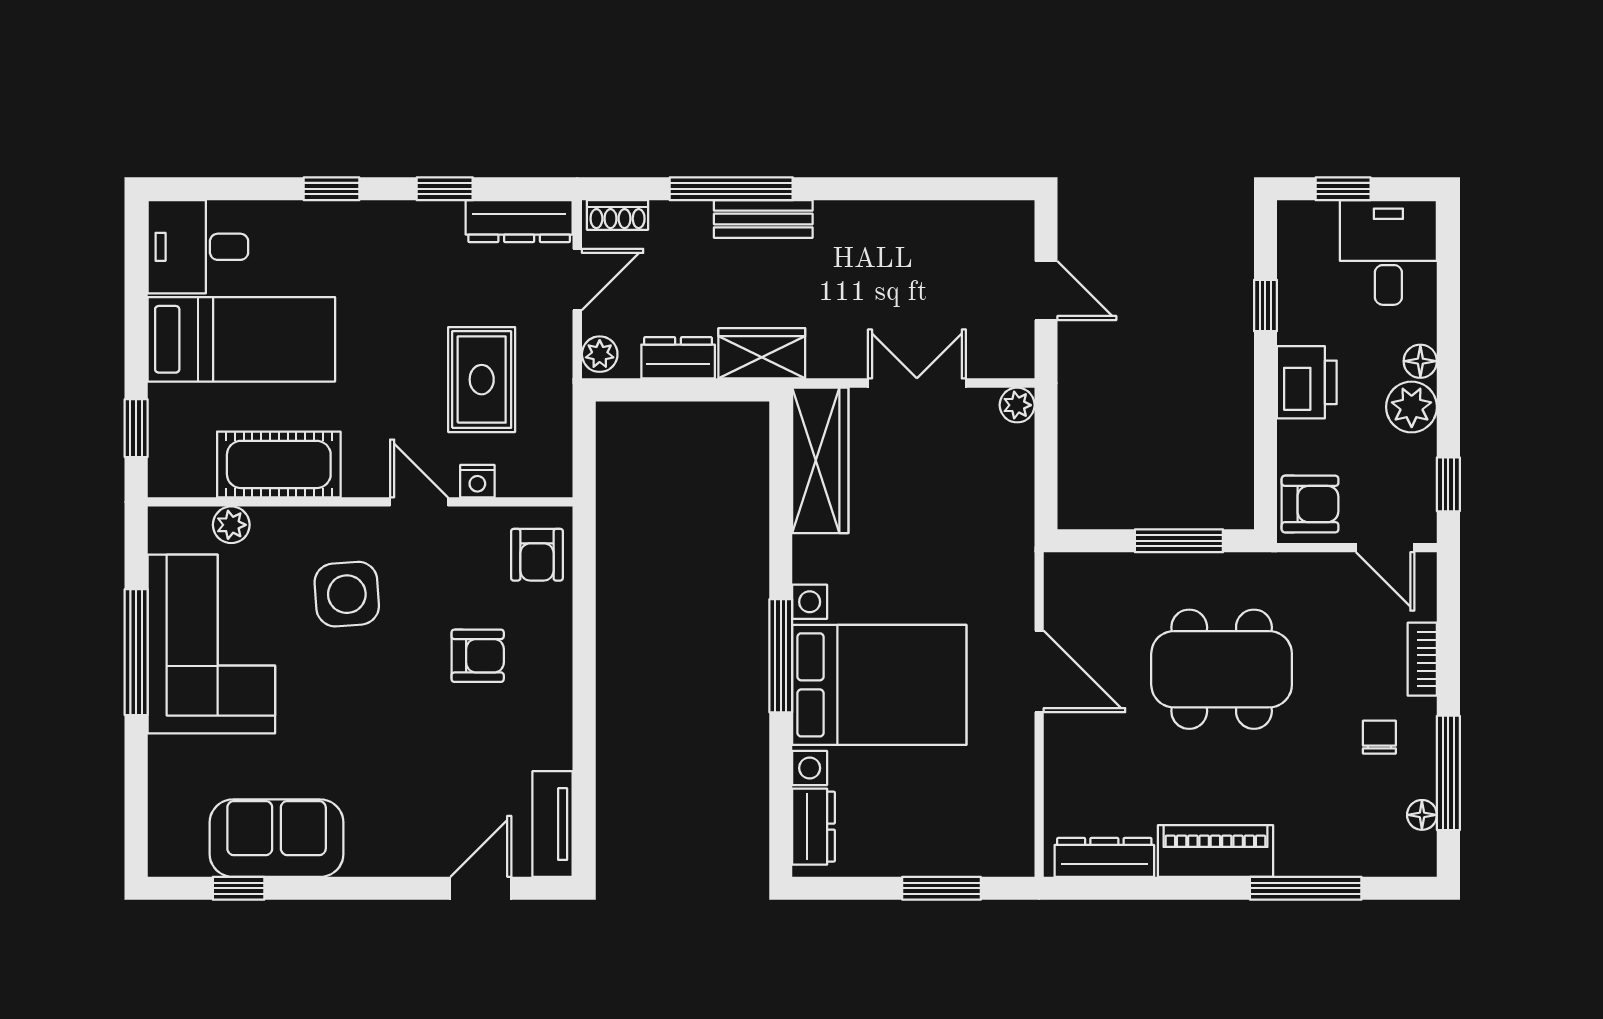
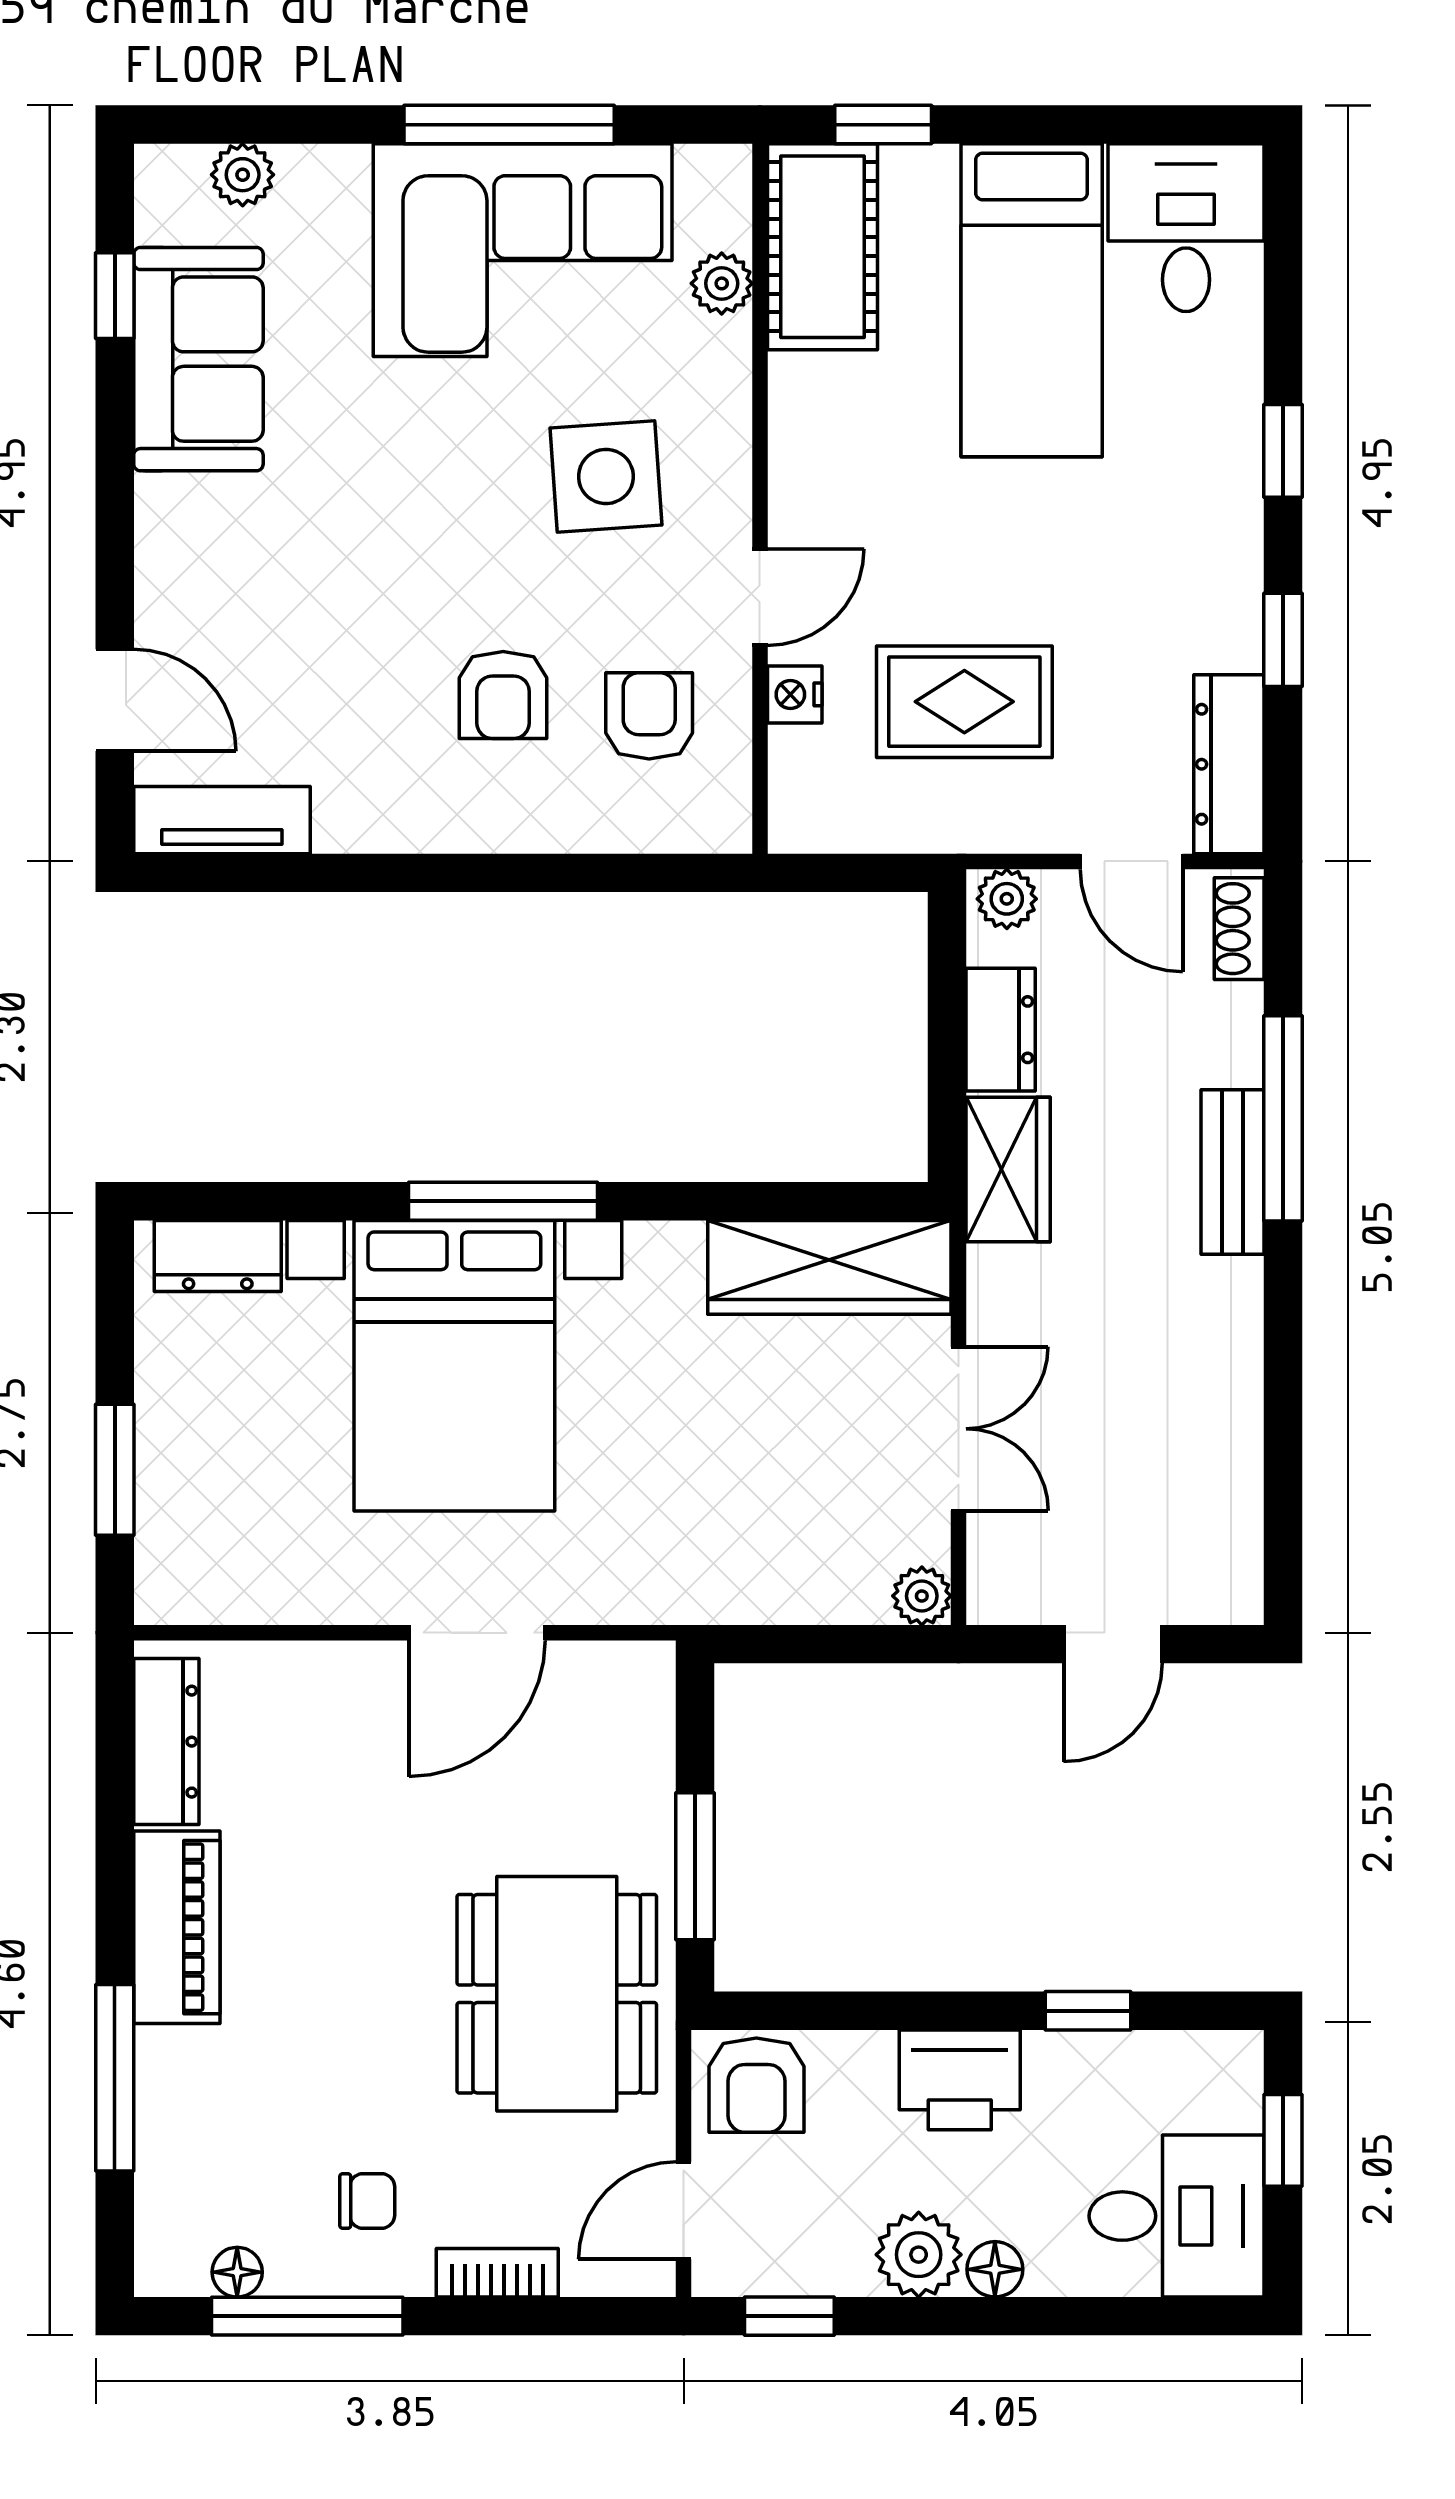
cot: (279, 464) -> (822, 247), moved
armchair: (537, 555) -> (649, 716), moved, turned 90
dining table: (1222, 669) -> (557, 1994), moved
plant: (166, 812) -> (243, 175), added

